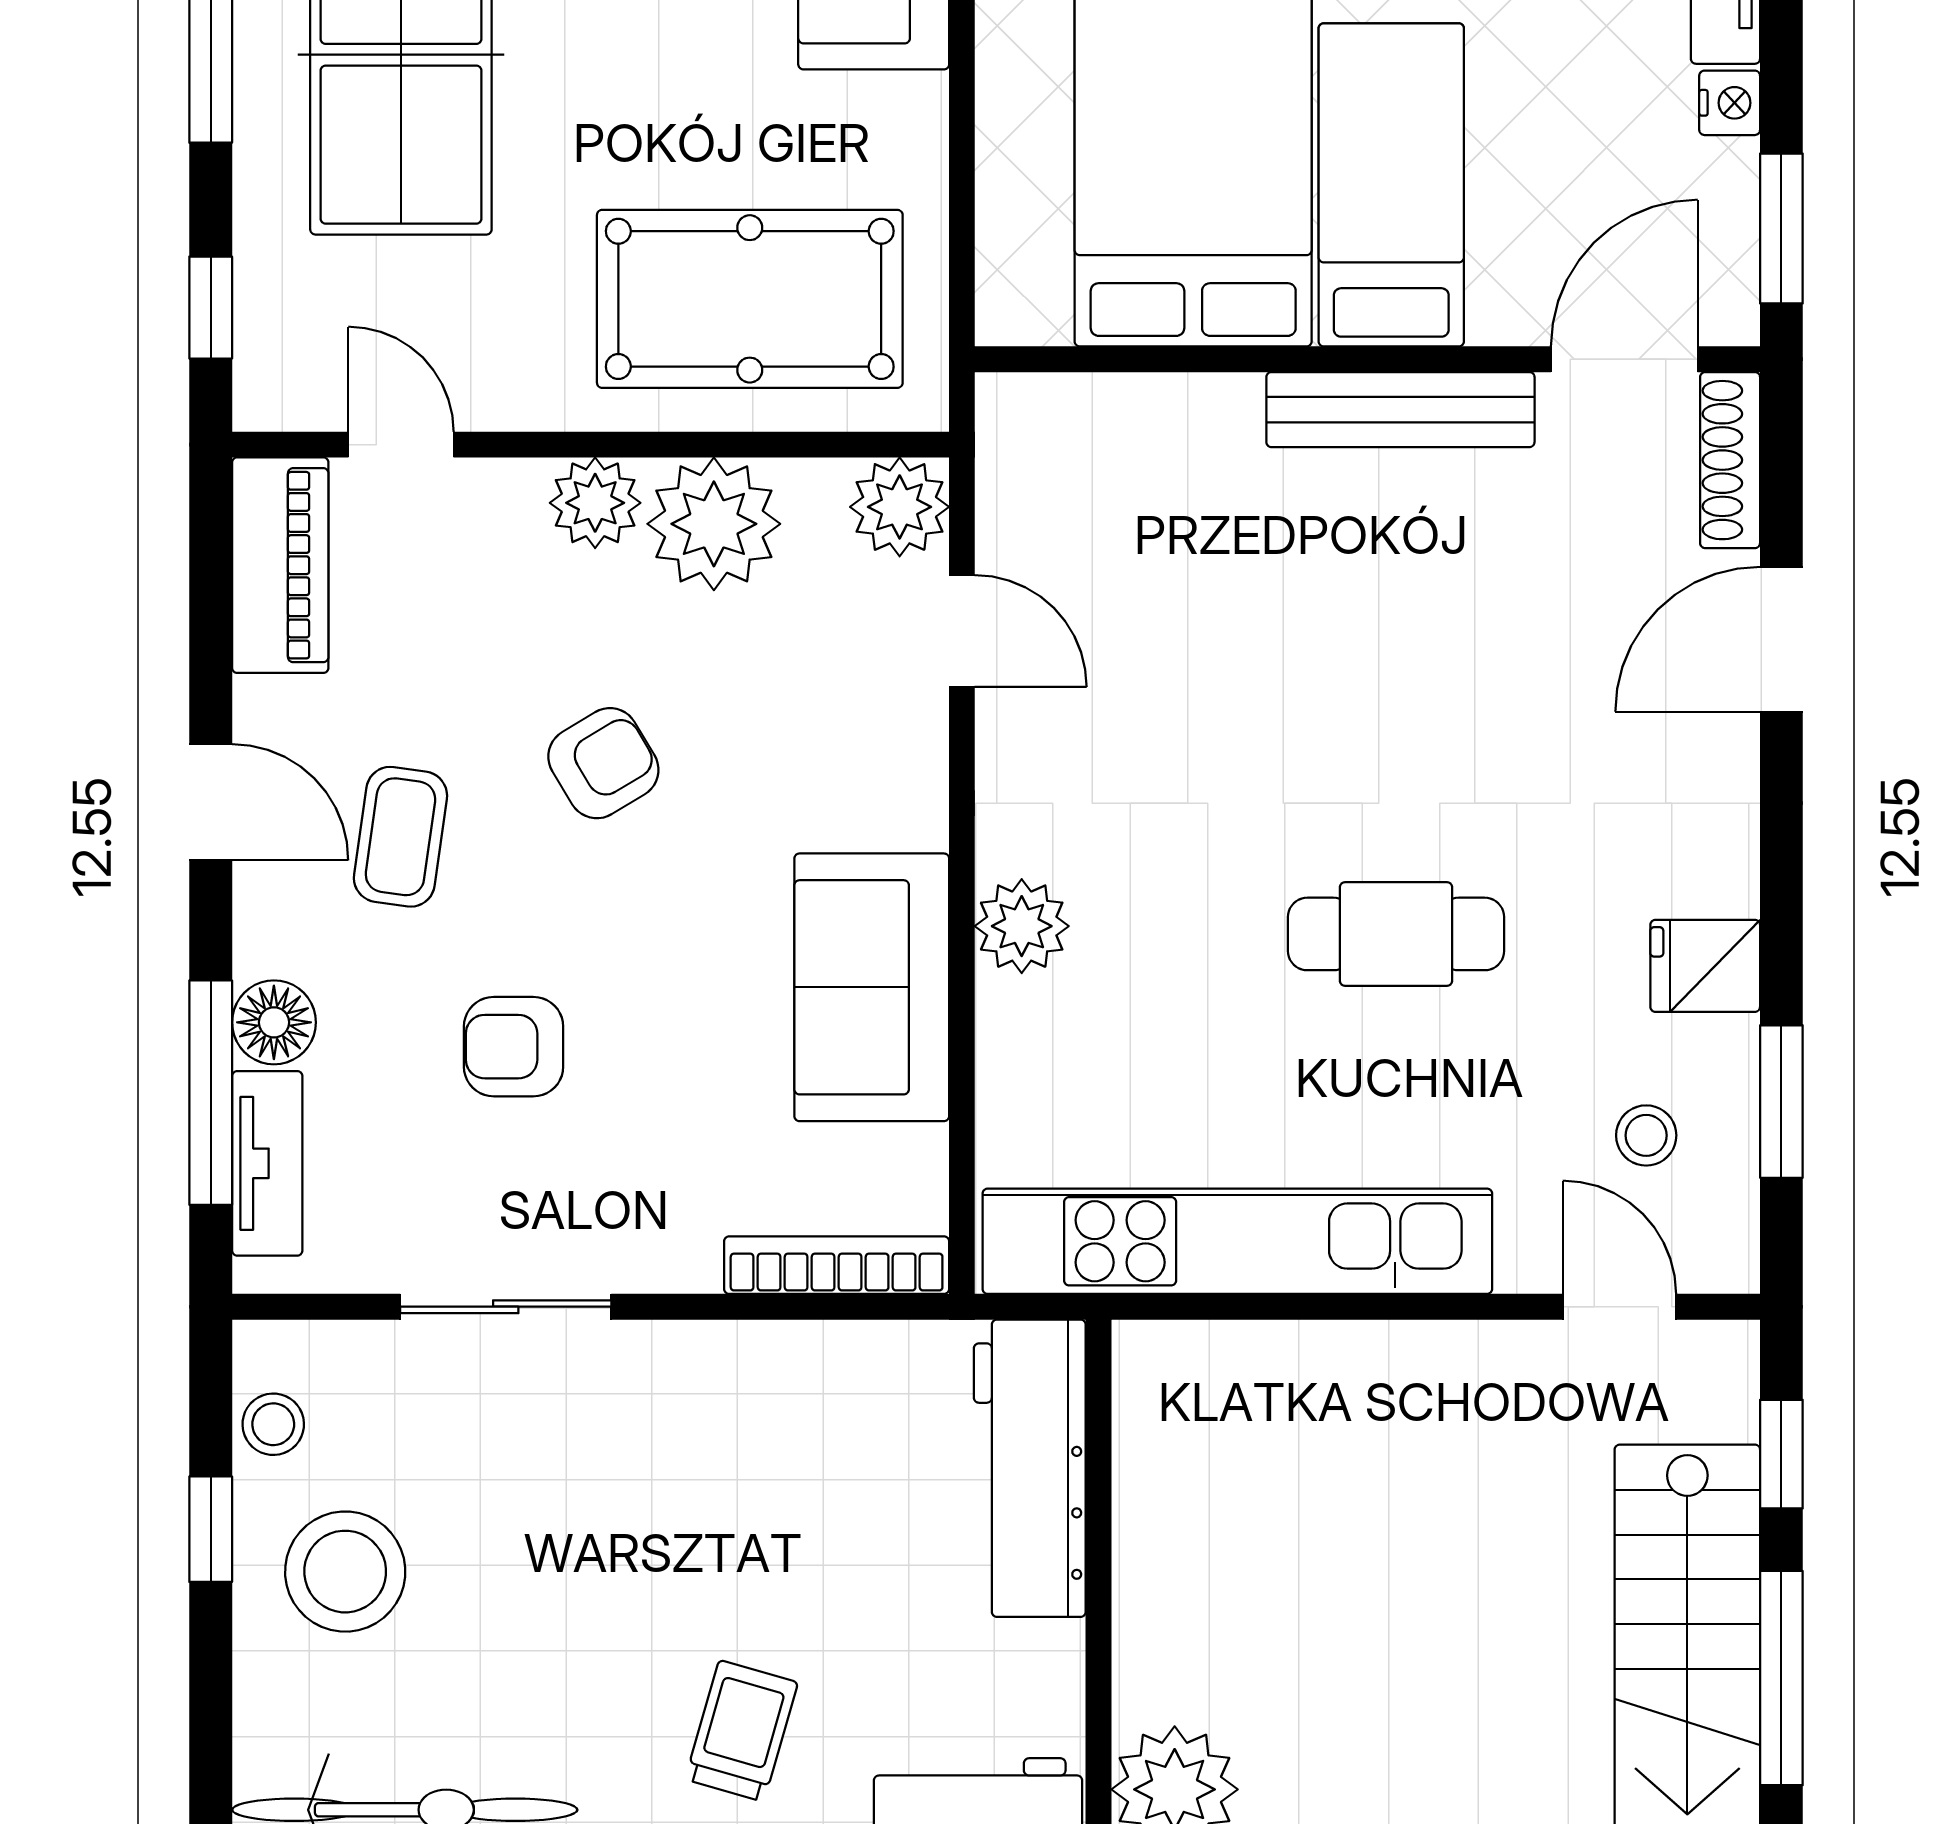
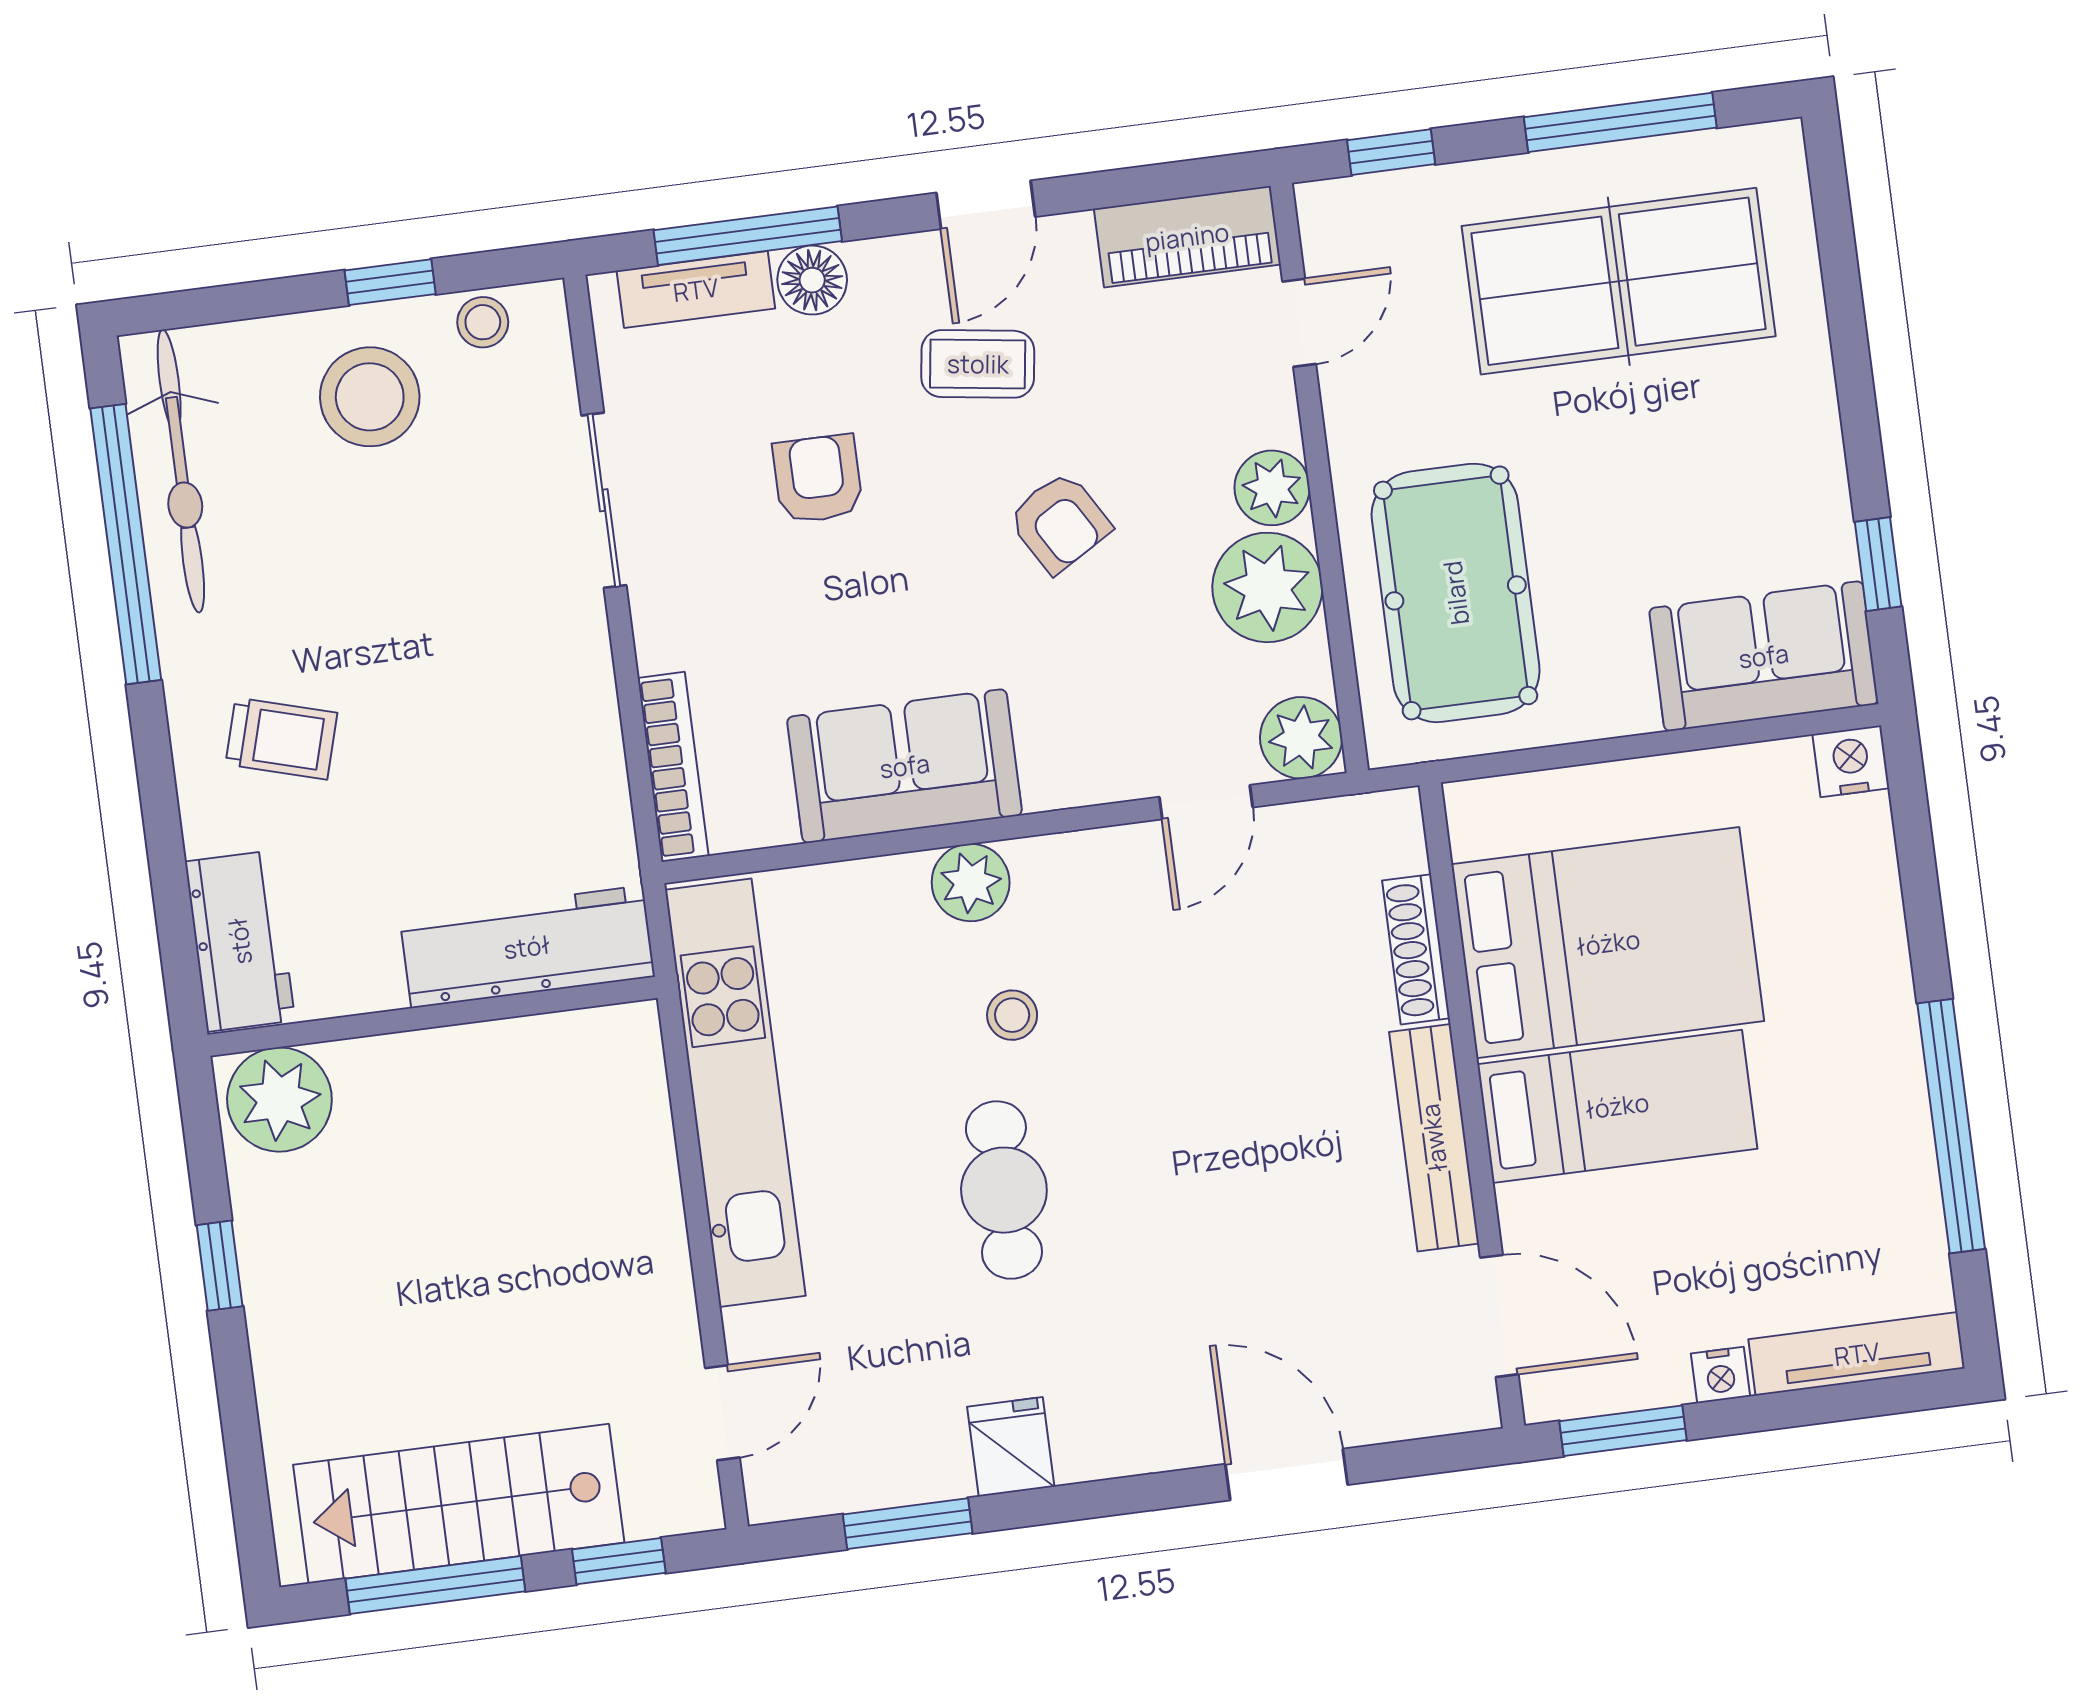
shoe rack: (1730, 460) -> (1416, 949), moved, turned -90
stool: (1646, 1135) -> (1012, 1015), moved

